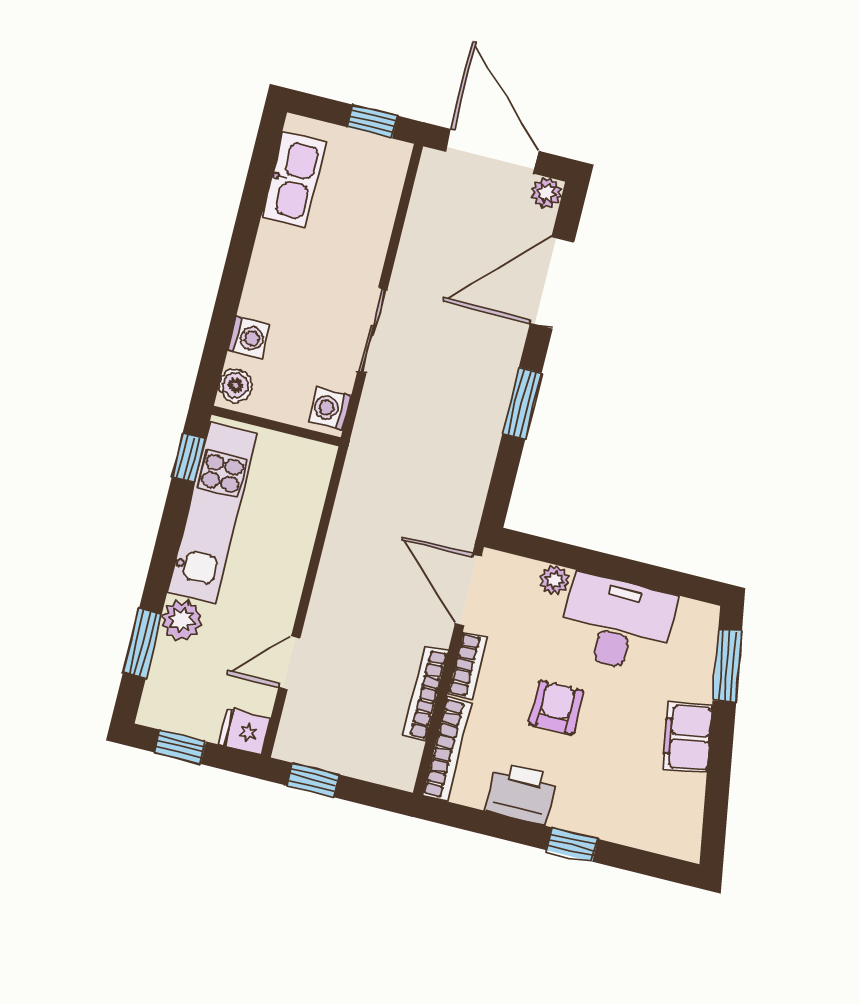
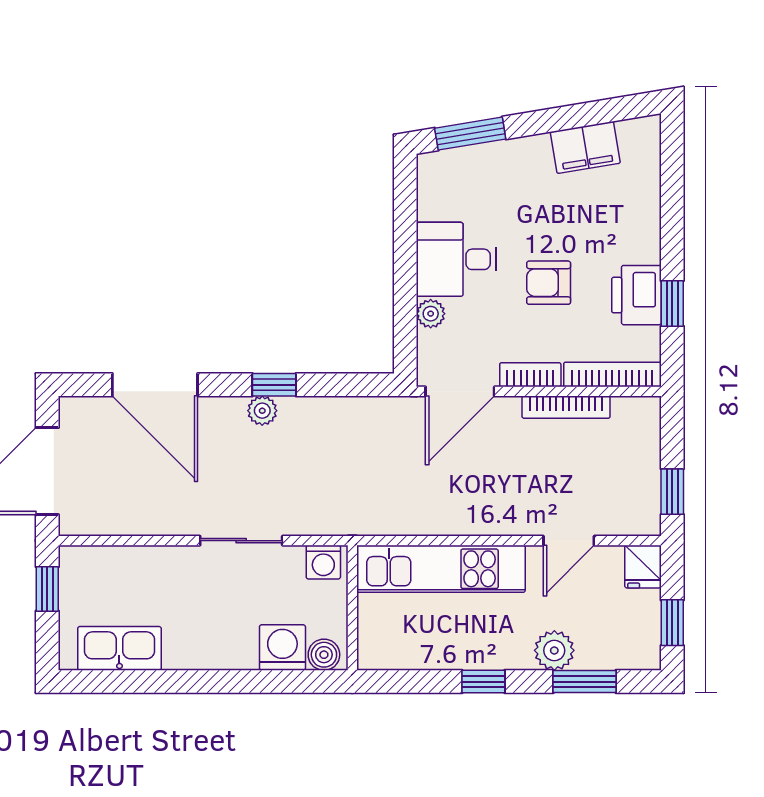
plant: (547, 193) -> (262, 411), moved
washing machine: (249, 337) -> (282, 648), width x1.38, depth x1.38
window: (522, 403) -> (274, 385), width x0.67
window: (189, 458) -> (483, 682), moved
kitchen unit: (213, 513) -> (441, 569), moved, turned 180
desk: (617, 623) -> (456, 259), width x0.73
door: (289, 663) -> (569, 541), hinge flipped
filing cabinet: (687, 738) -> (585, 147), moved
window: (572, 845) -> (672, 303), moved

